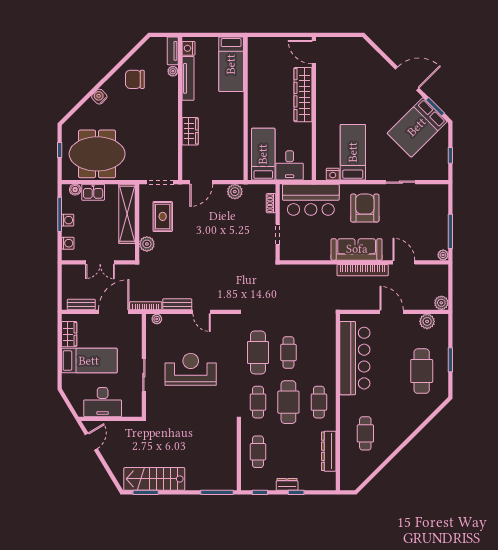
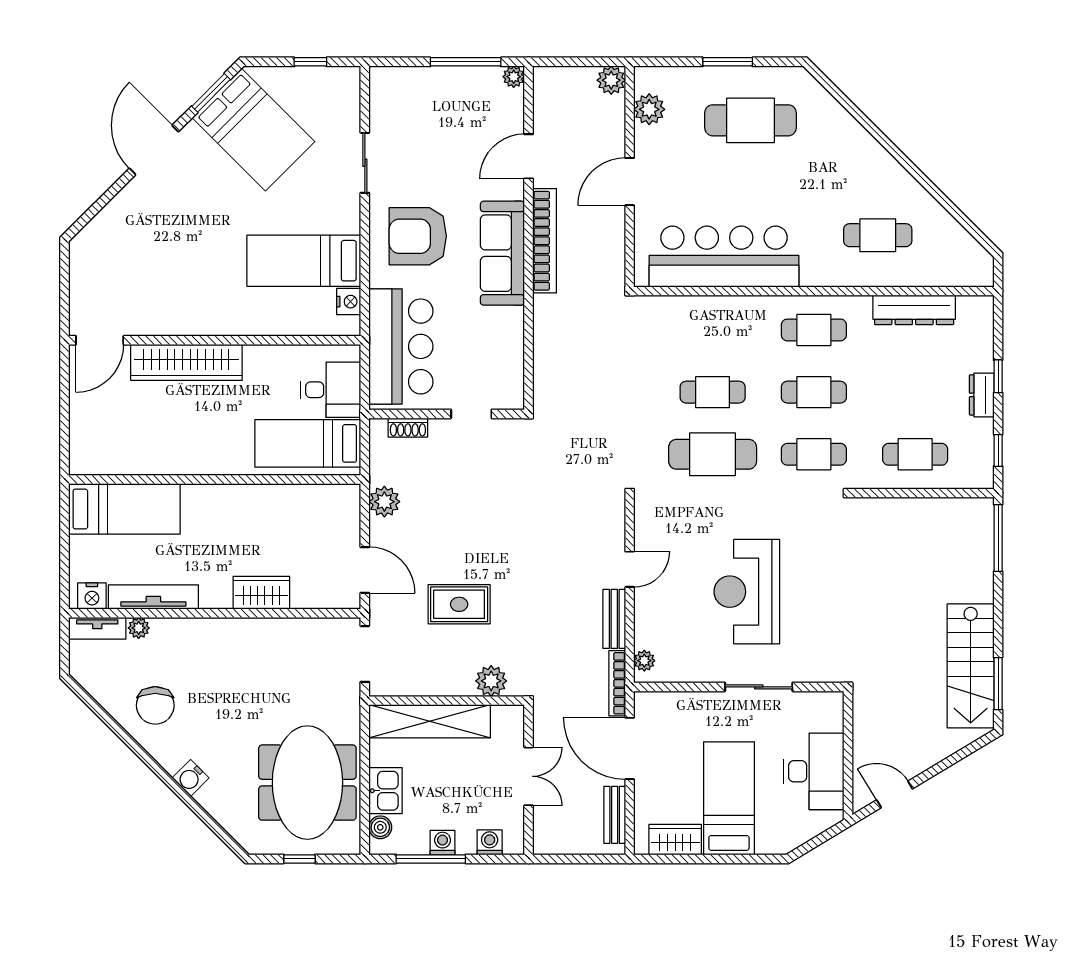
rug: (163, 216) -> (459, 604), moved
cafe table: (288, 402) -> (814, 392), width x0.73, depth x0.74

